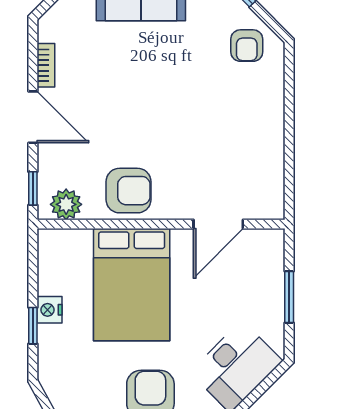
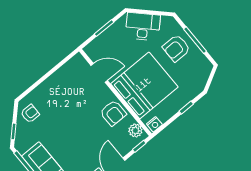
armchair: (129, 191) -> (113, 113), turned 180
bed: (132, 285) -> (144, 85), width x1.36
nightstand: (49, 310) -> (154, 124), moved

